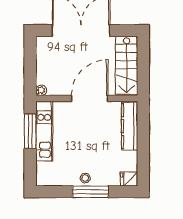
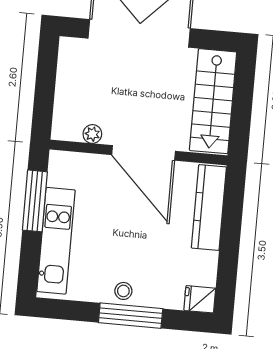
plant: (41, 90) -> (92, 134), moved
door: (90, 98) -> (144, 153), swing flipped
kitchen unit: (44, 131) -> (56, 241), moved

